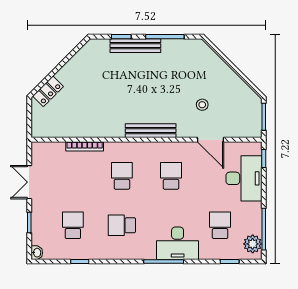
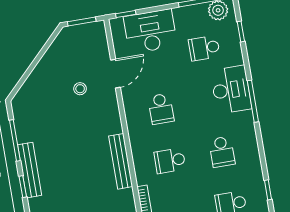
bench: (151, 131) -> (121, 161), moved
school desk: (171, 176) -> (161, 109), turned -90

